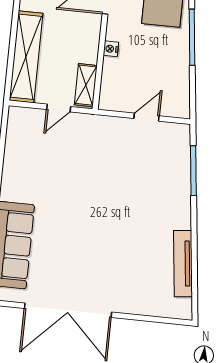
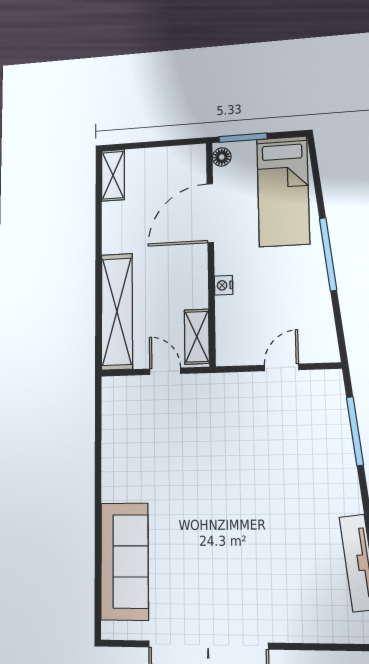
door: (59, 108) -> (165, 371), swing flipped

